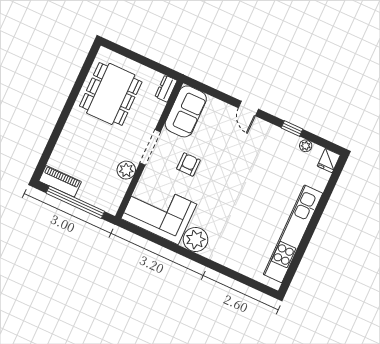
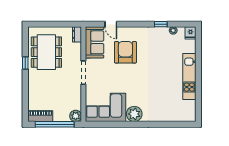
window: (73, 96) -> (25, 63), added
door: (248, 109) -> (111, 24), moved
armchair: (189, 164) -> (125, 52), moved, width x1.88, depth x1.88
plant: (126, 170) -> (76, 116), moved
kitchen unit: (293, 234) -> (189, 76), width x0.73

